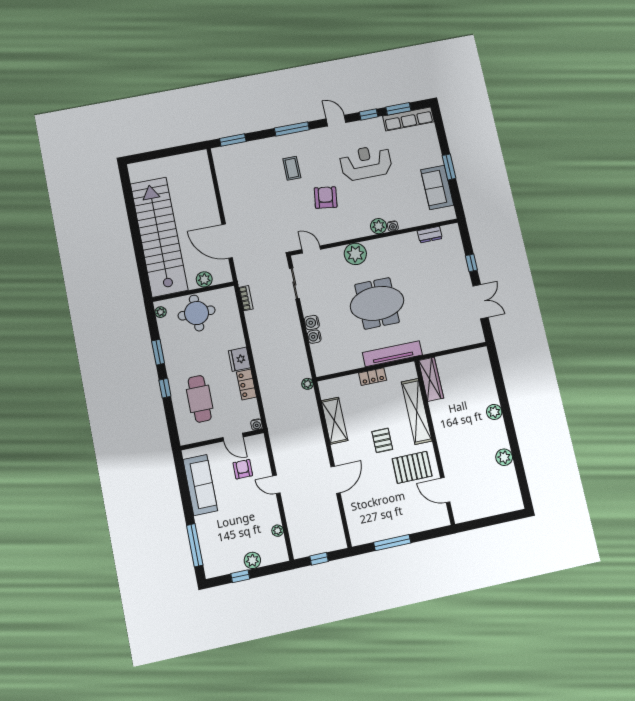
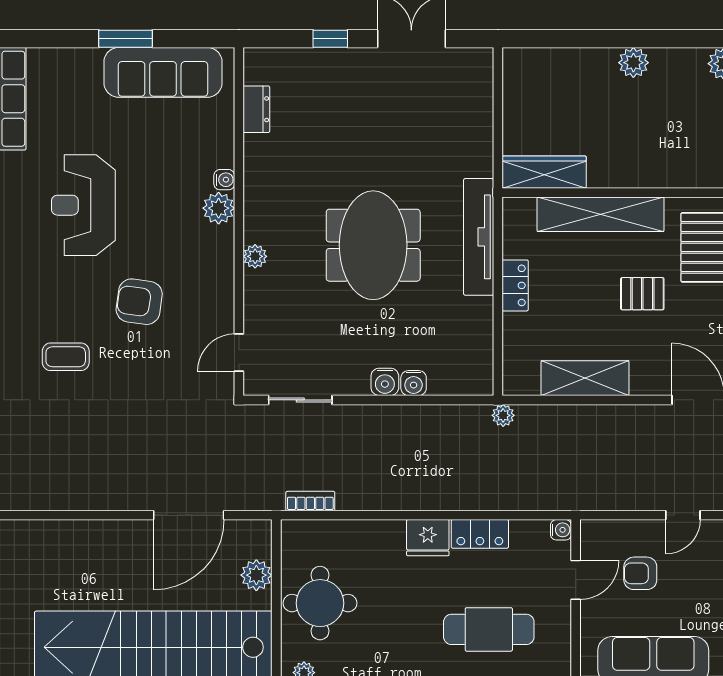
sofa: (437, 187) -> (163, 72), width x1.36
plant: (355, 254) -> (255, 256), width x0.53, depth x0.53

